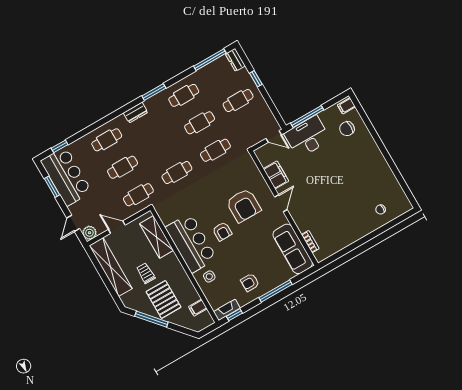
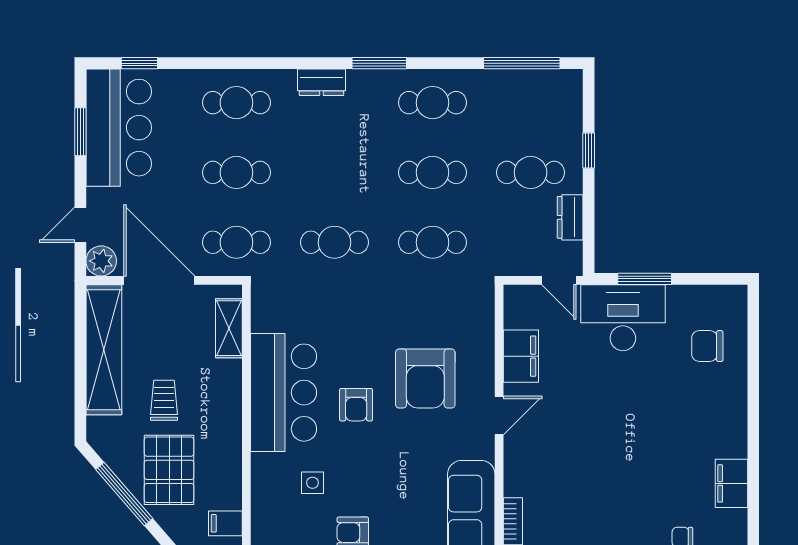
dresser: (235, 60) -> (570, 217), moved
filing cabinet: (346, 106) -> (731, 483), moved, width x2.00
window: (307, 117) -> (645, 279), width x0.69
door: (117, 227) -> (159, 280), width x1.88
shelving: (157, 237) -> (229, 328), width x0.67, depth x0.75
side table: (209, 276) -> (313, 483), moved

